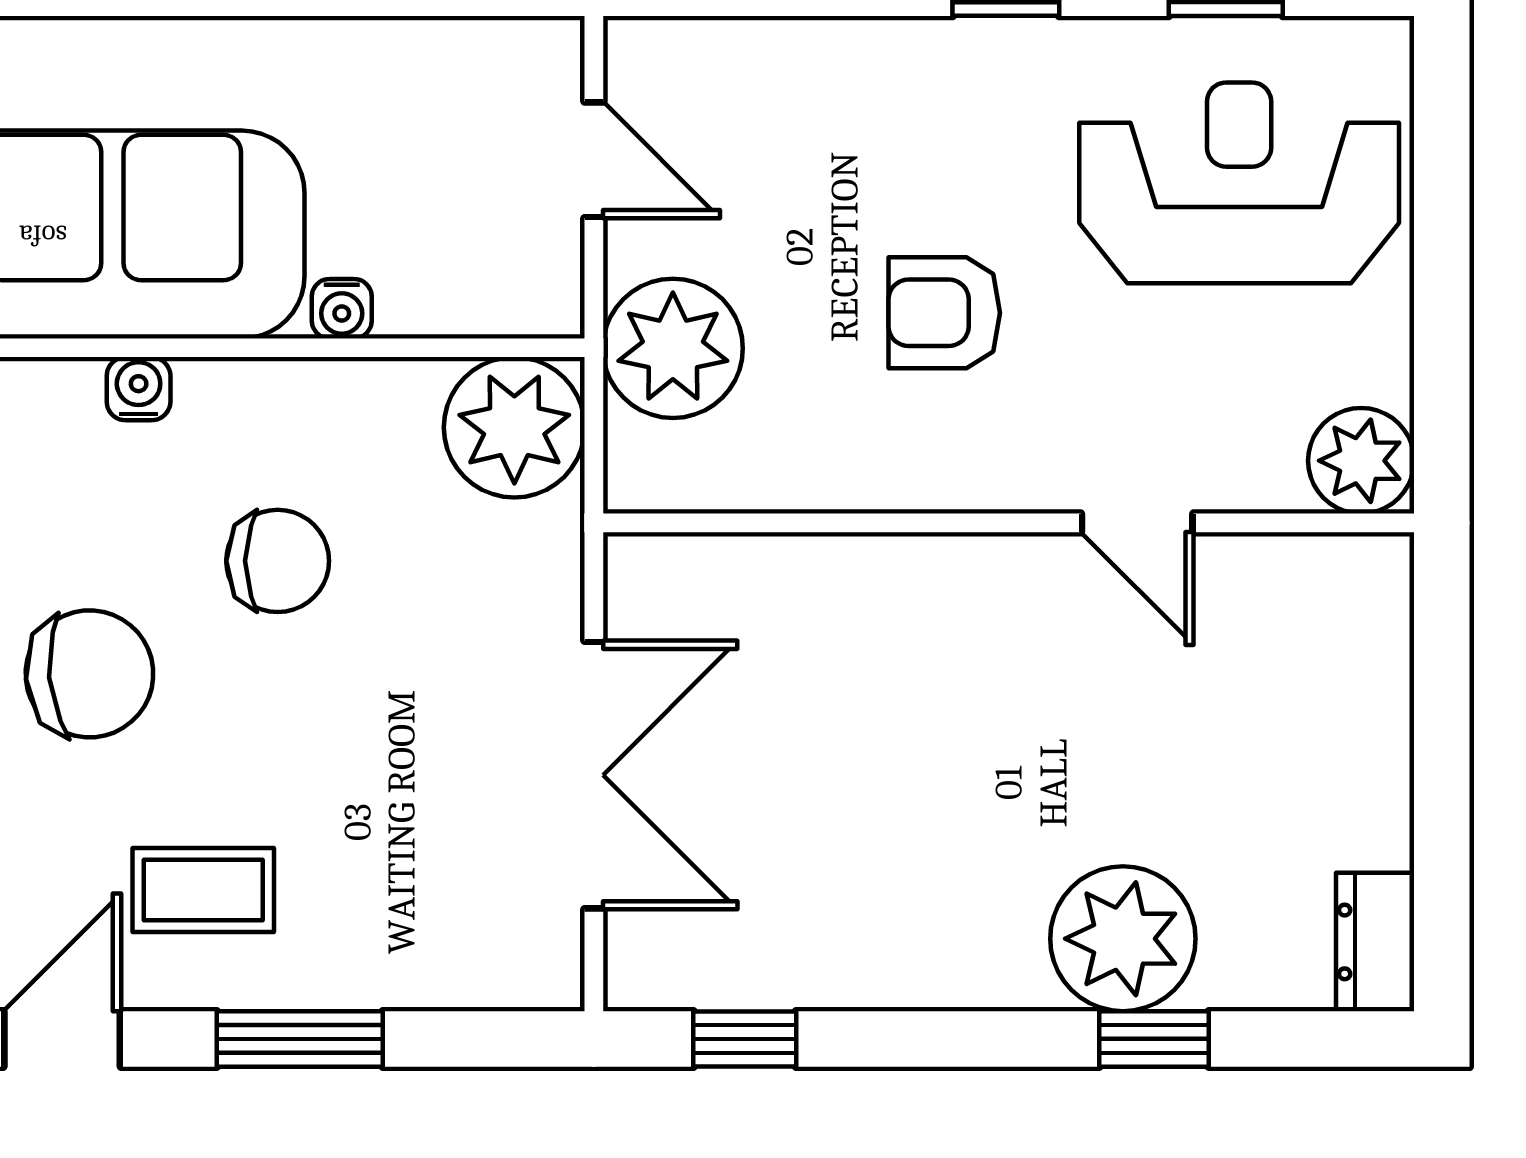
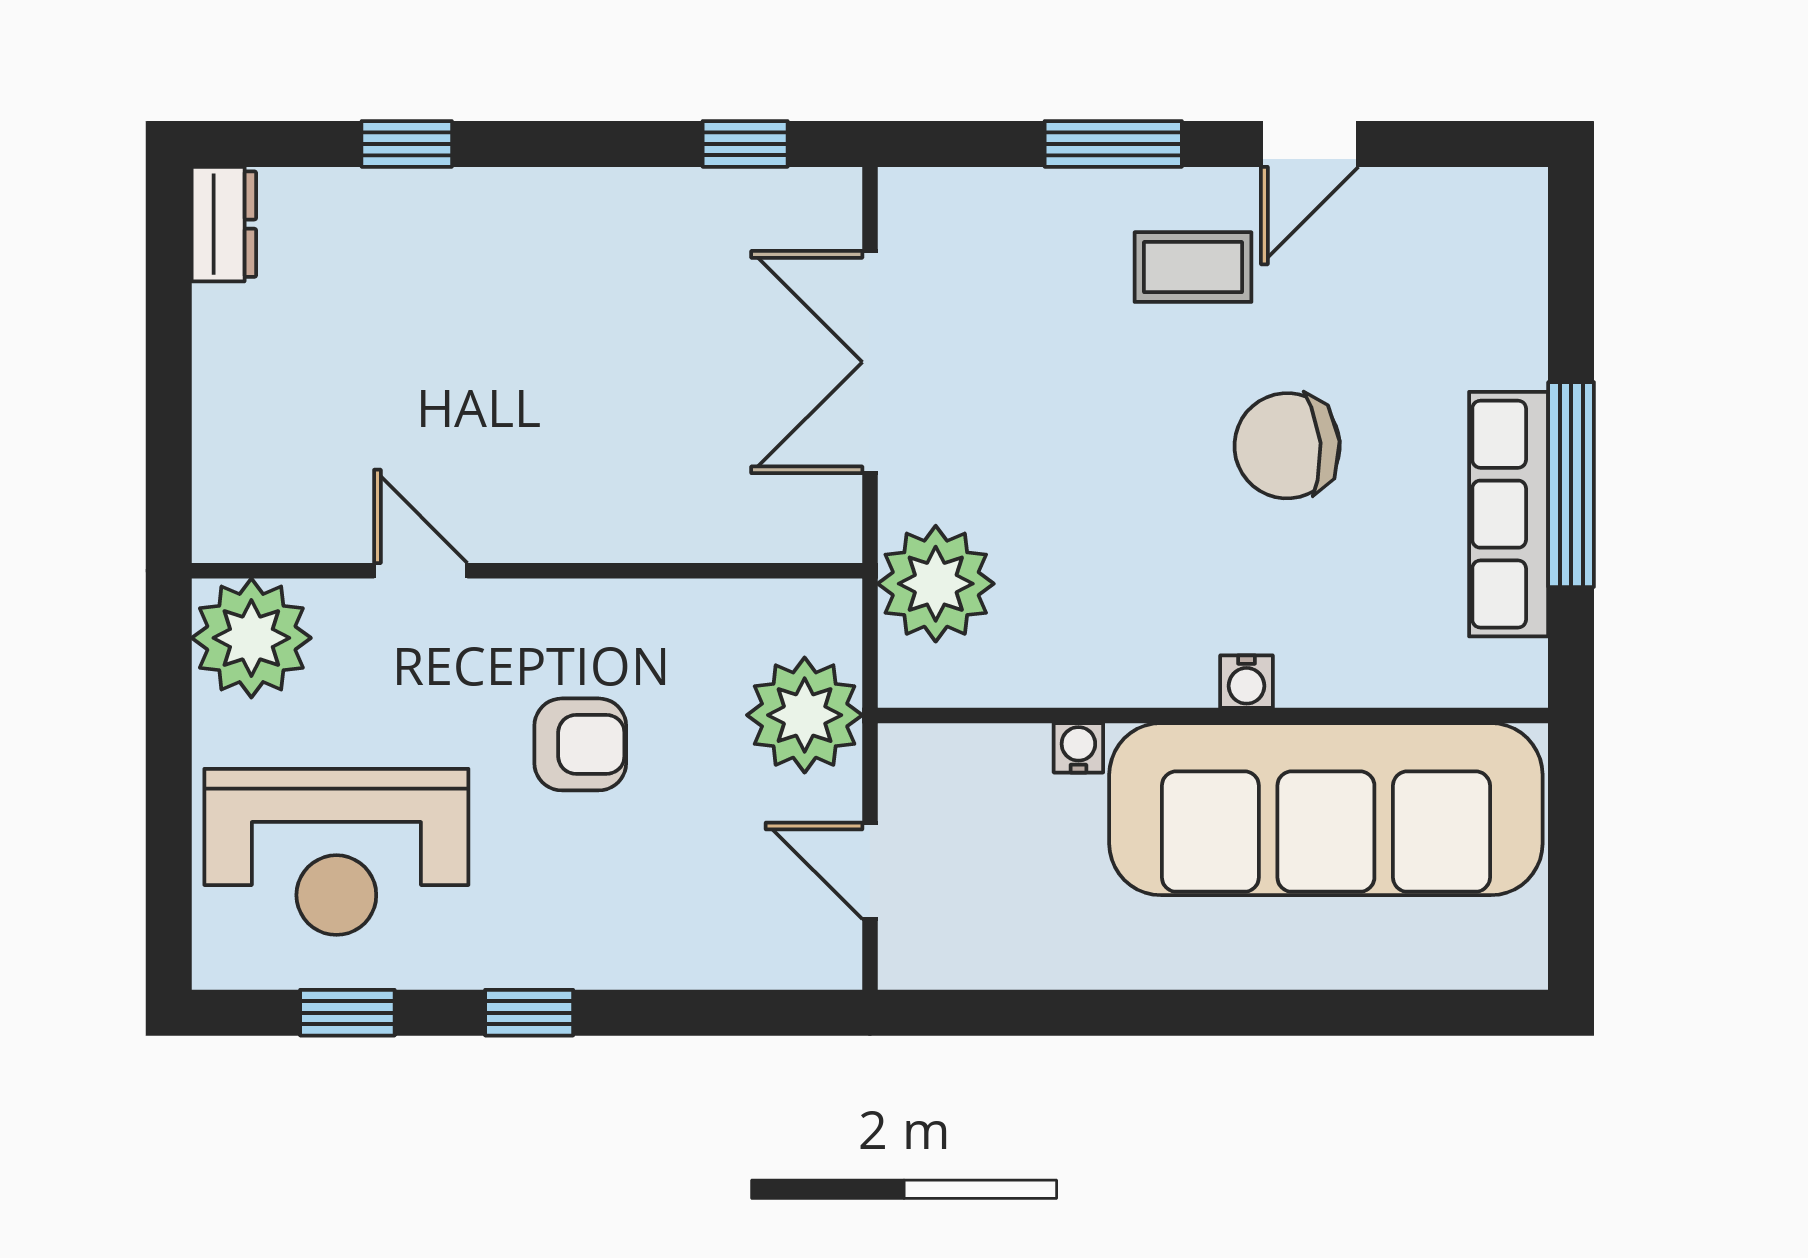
plant: (514, 427) -> (936, 584), moved
plant: (1361, 461) -> (251, 638), width x1.36, depth x1.36
chair: (278, 561) -> (1131, 539), removed
plant: (1123, 939) -> (432, 227), removed

